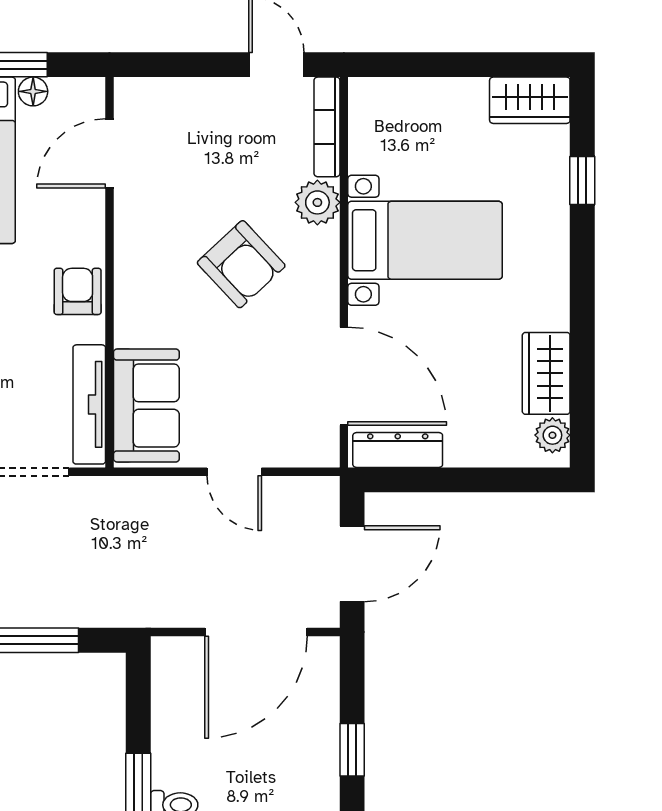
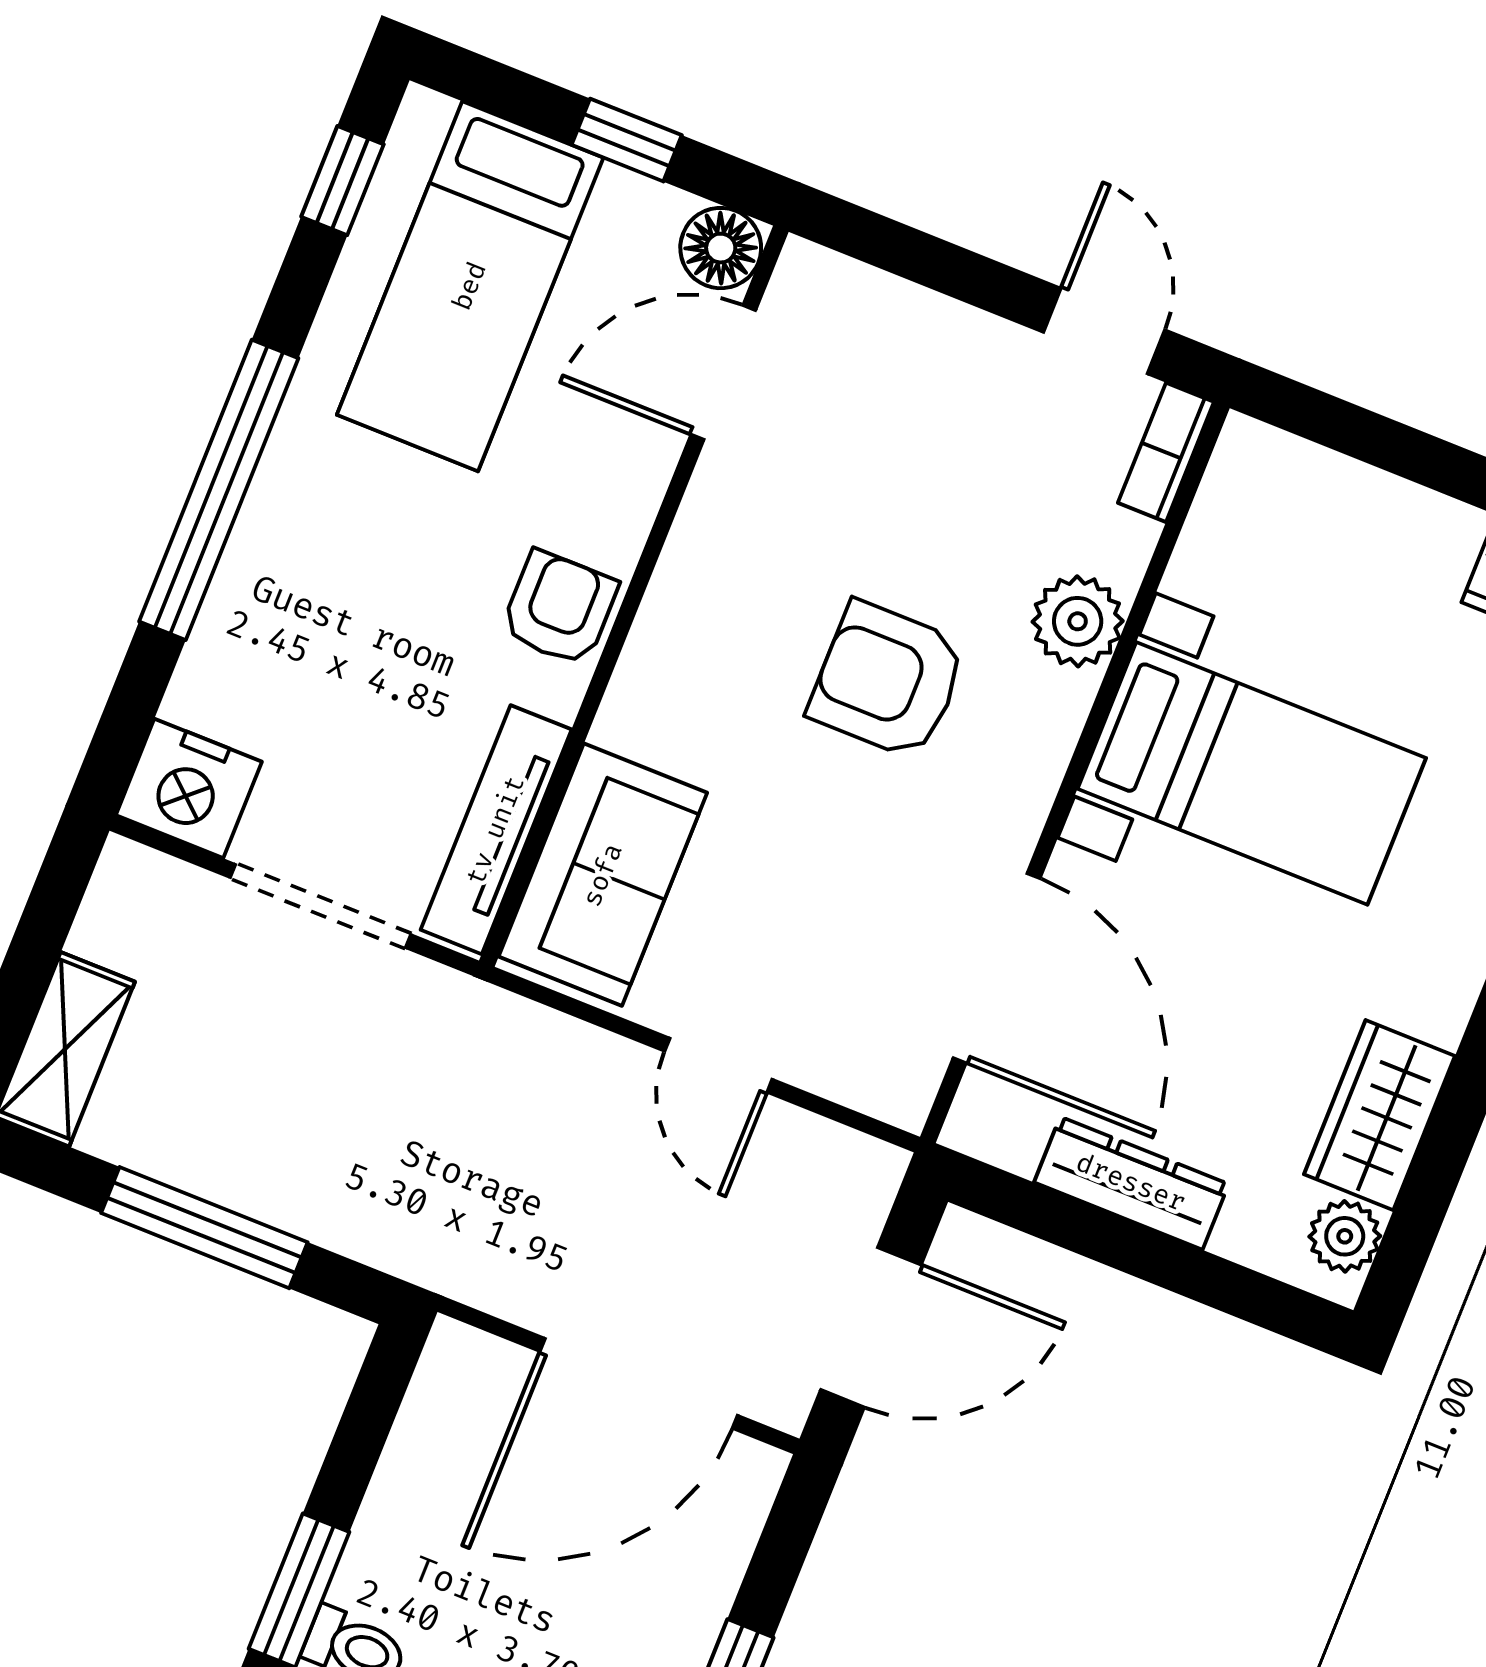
floor lamp: (33, 91) -> (721, 248), moved, width x1.37, depth x1.37
bookcase: (327, 127) -> (1166, 452), width x0.64
armchair: (241, 264) -> (888, 680), turned 133
dresser: (398, 450) -> (1131, 1183), moved

